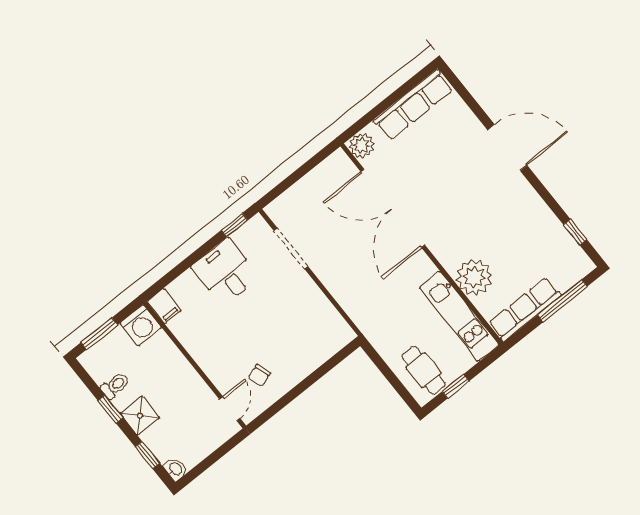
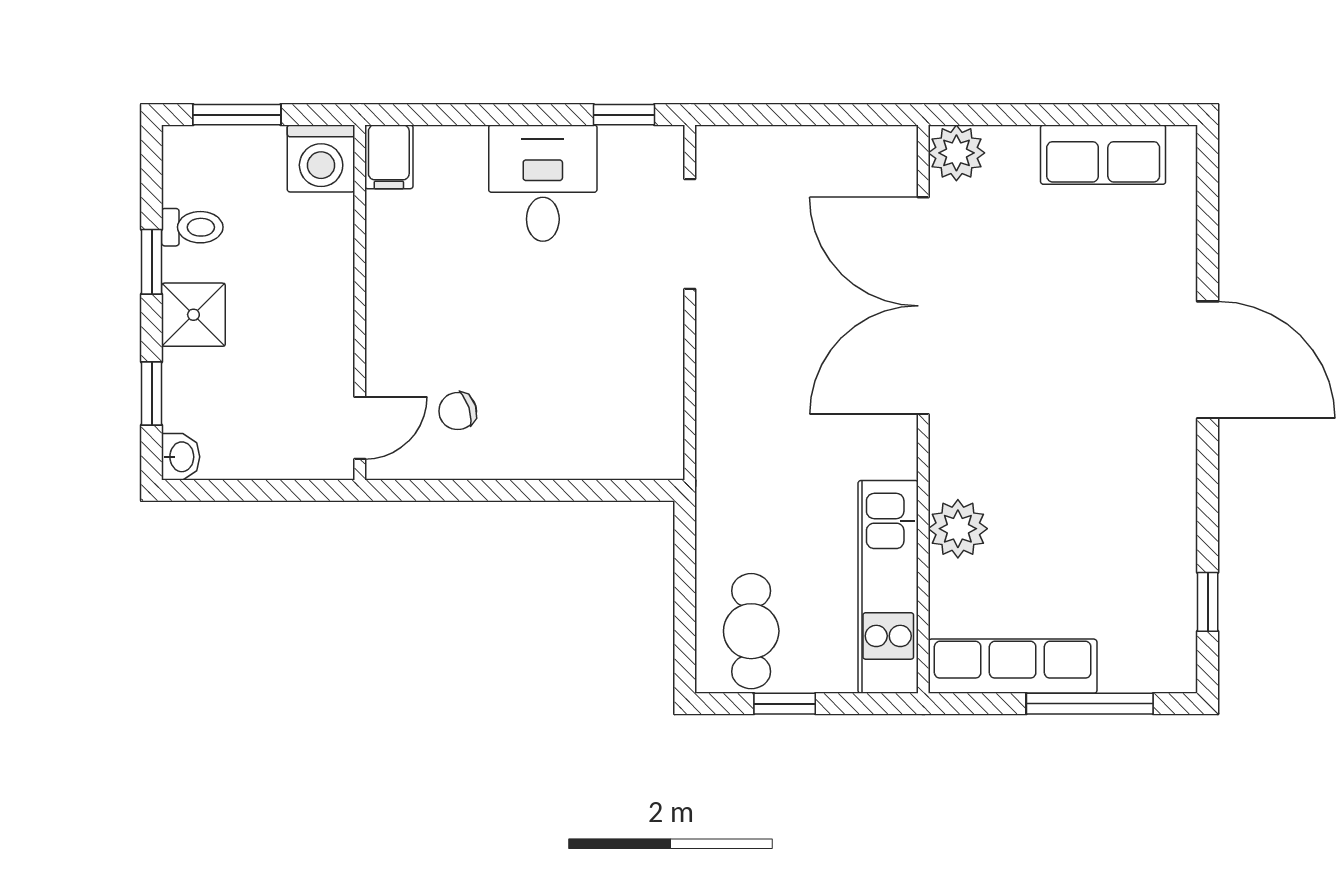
row of seats: (413, 105) -> (1103, 155), width x0.68
plant: (474, 277) -> (958, 529), width x0.73, depth x0.73

